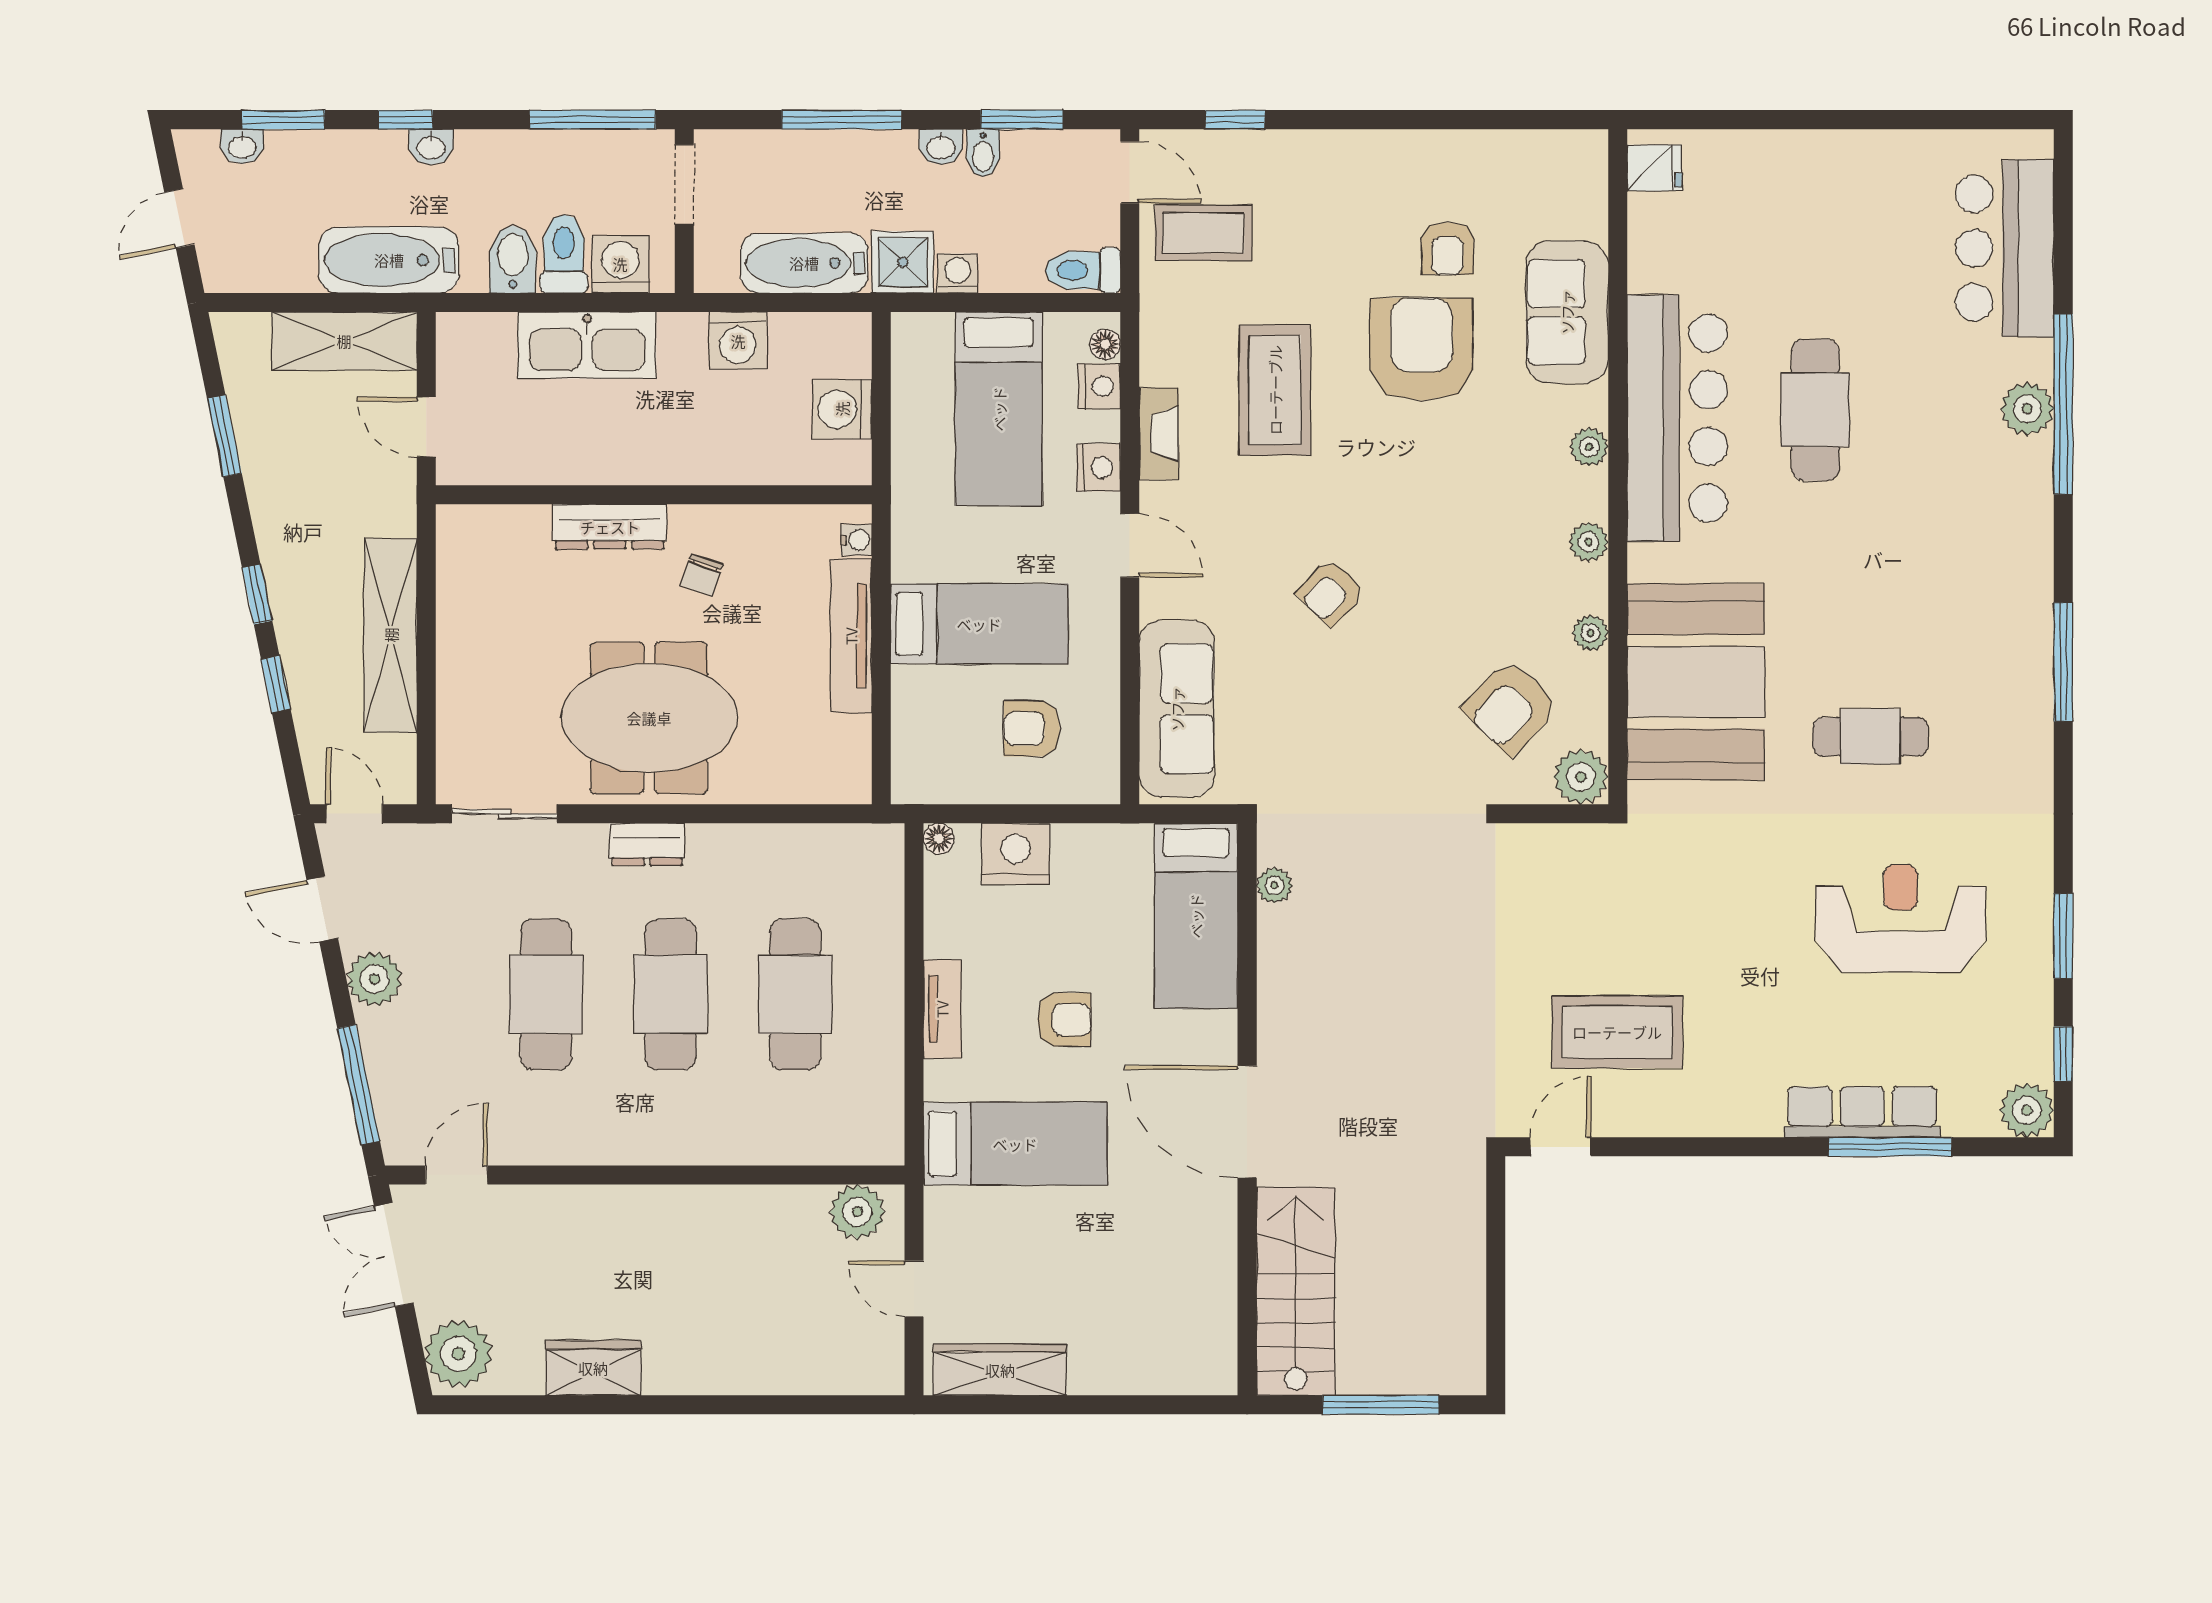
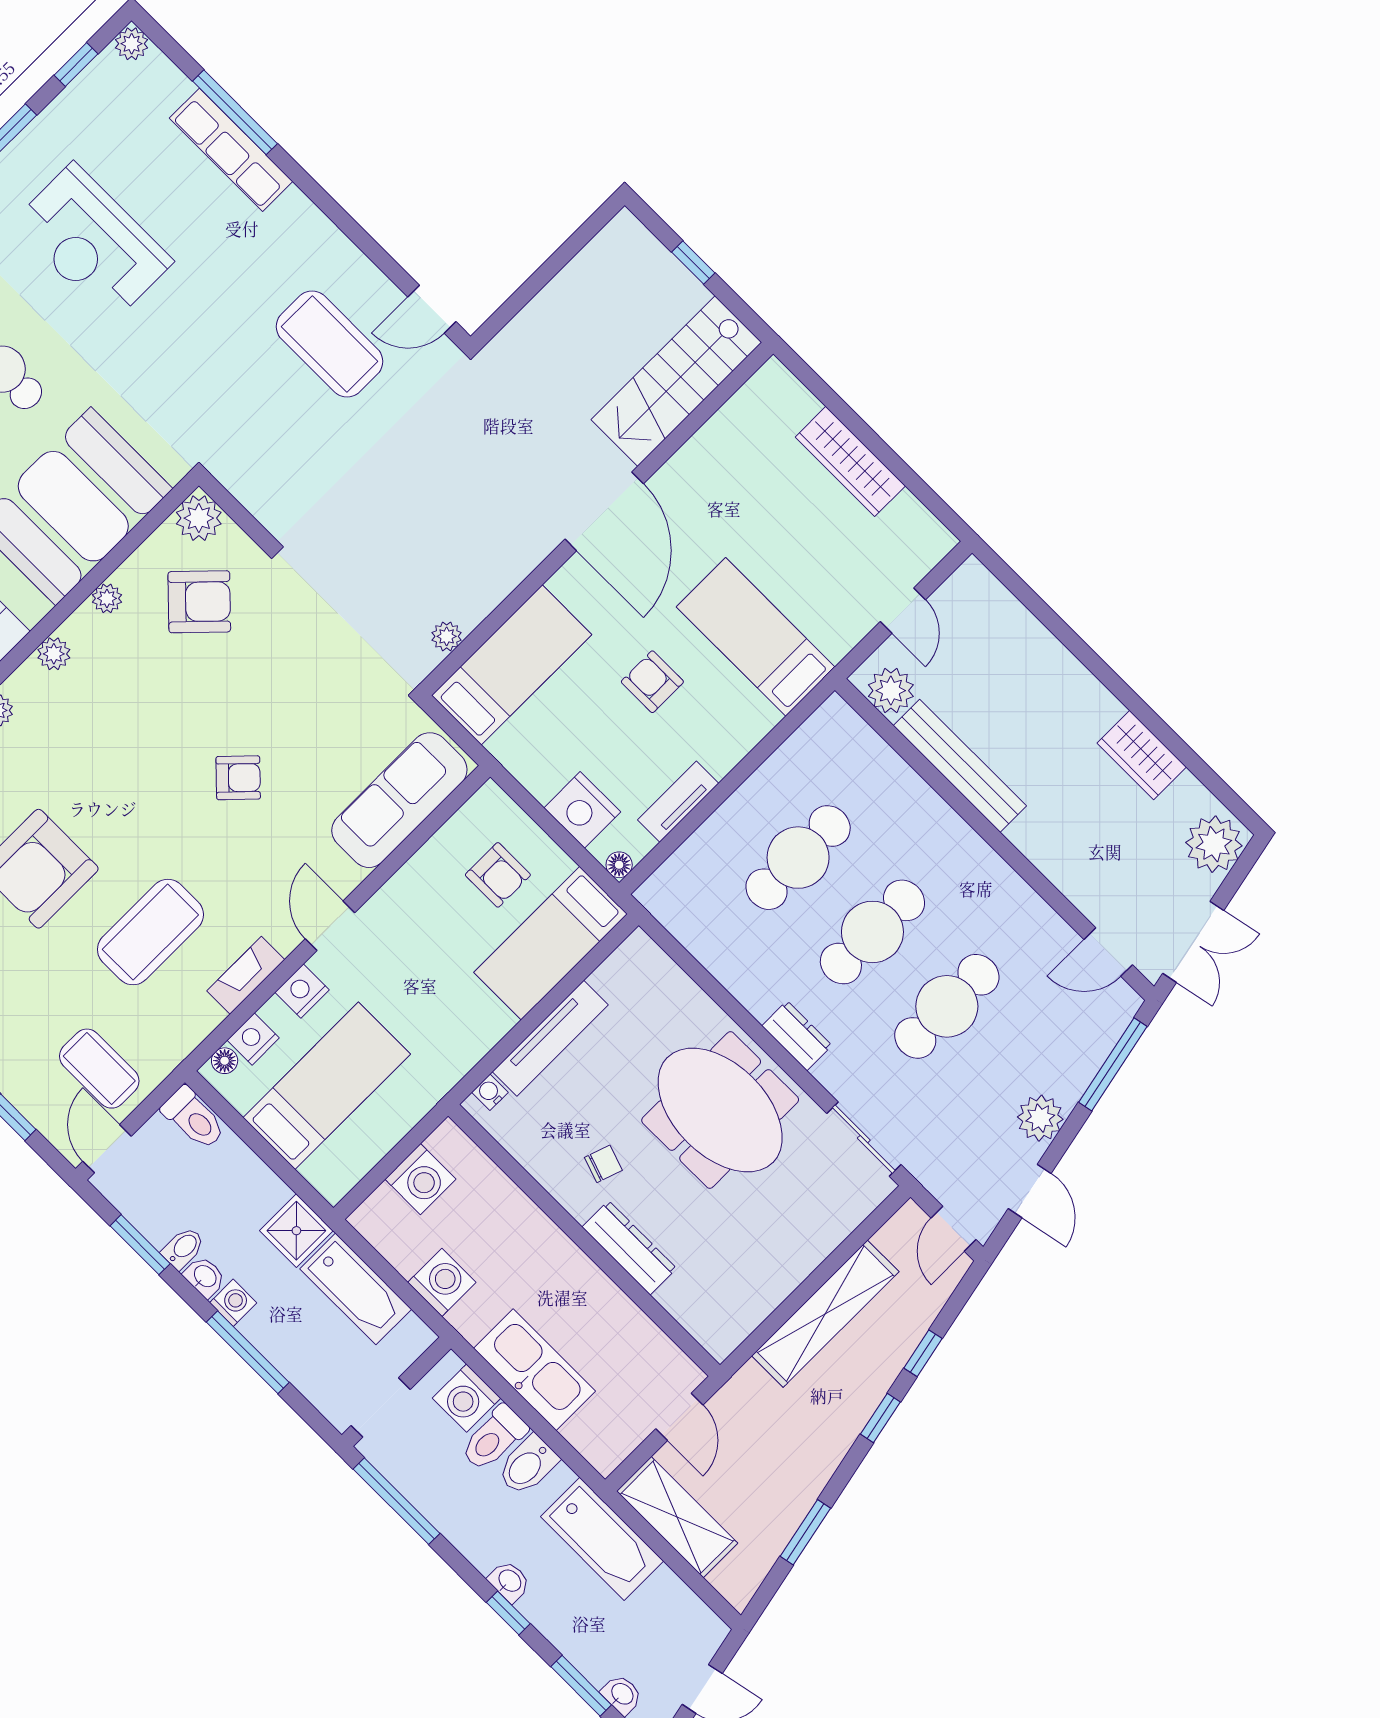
washing machine: (957, 273) -> (233, 1303), moved, turned 180
bed: (979, 624) -> (551, 943), moved, turned -90
tv unit: (942, 1009) -> (678, 802), moved
plant: (2027, 1110) -> (132, 44), width x0.73, depth x0.73
bench: (737, 1207) -> (960, 766), added
wardrobe: (1000, 1370) -> (850, 461), moved
window: (1381, 1405) -> (693, 263), width x0.46

